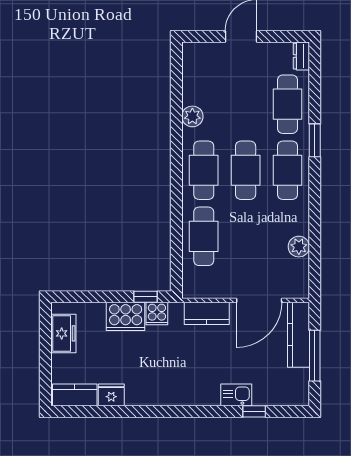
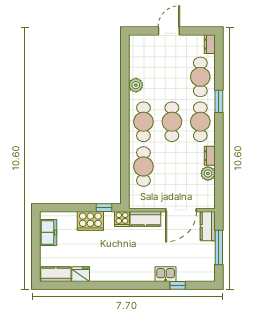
dresser: (301, 220) -> (210, 156), added
cooker: (157, 314) -> (122, 219), moved
kitchen counter: (298, 335) -> (208, 226), width x0.67

